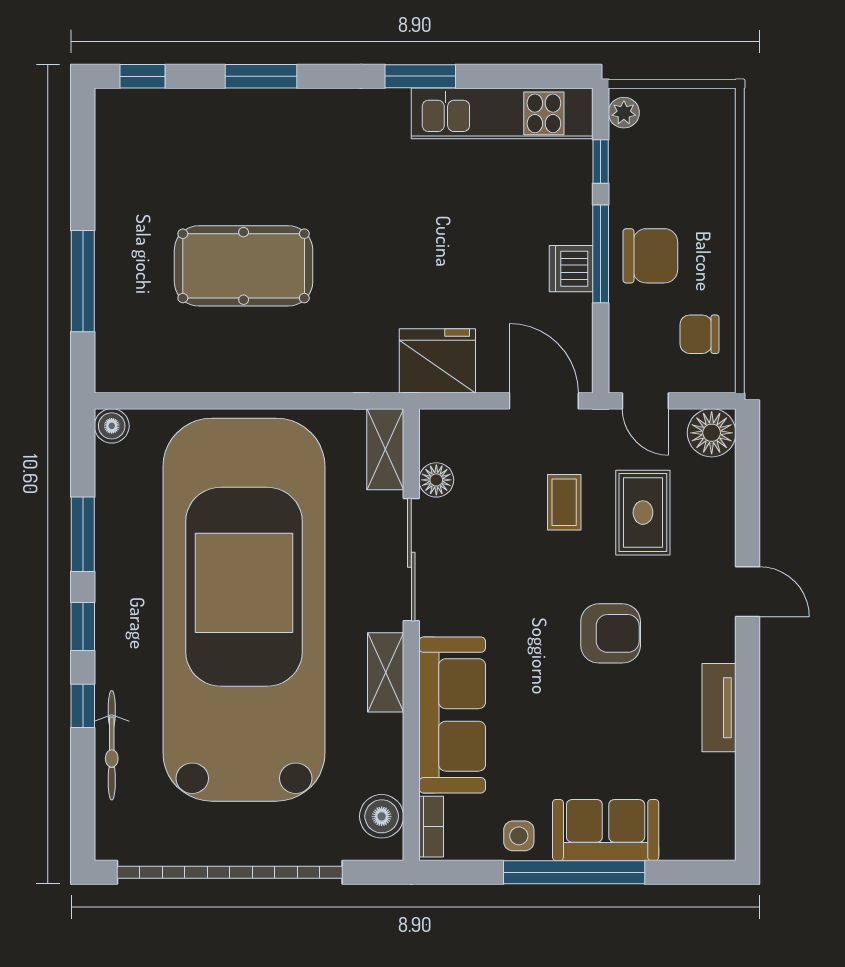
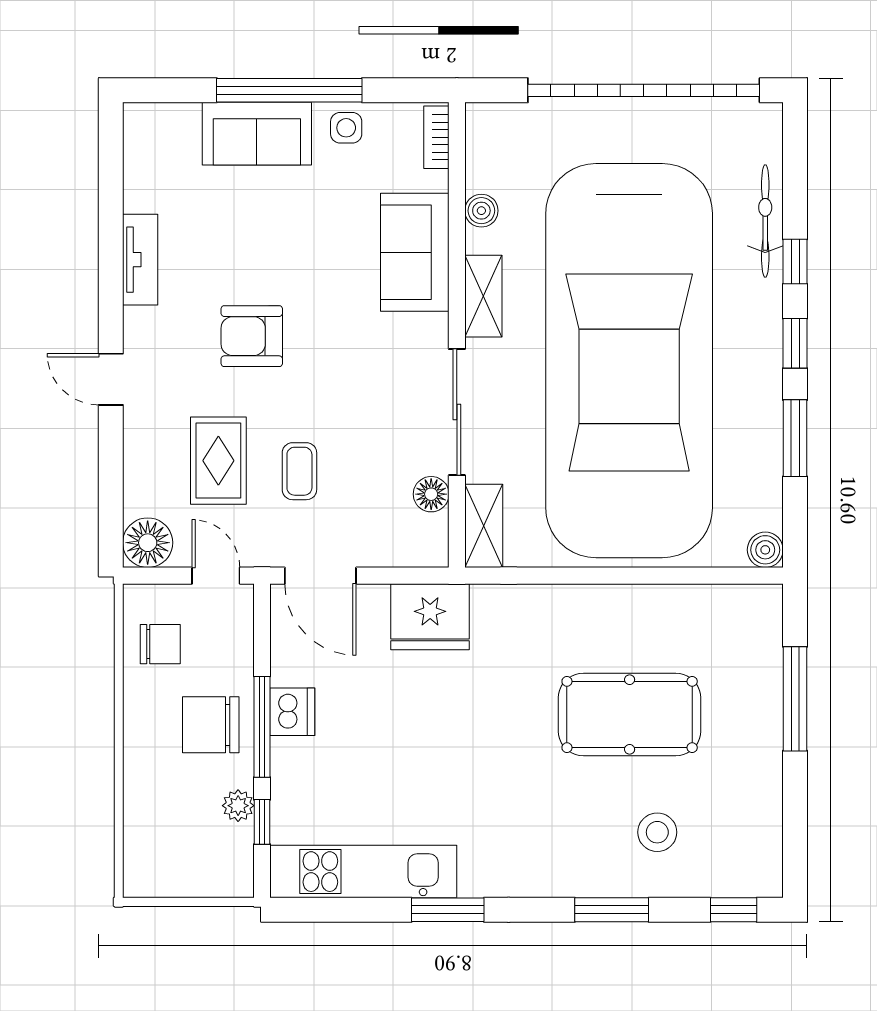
plant: (624, 113) -> (238, 806), moved
stool: (217, 152) -> (657, 832), added
sofa: (452, 715) -> (415, 252), width x0.73
boiler: (382, 816) -> (481, 211), moved, width x0.73, depth x0.73

